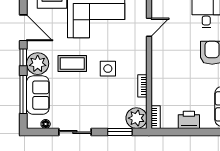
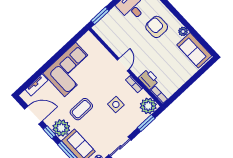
door: (149, 27) -> (123, 65), moved
side table: (108, 69) -> (116, 104), moved
printer: (189, 120) -> (149, 79), moved, turned 90

